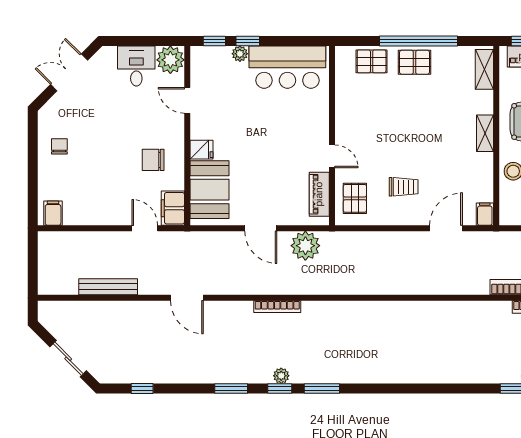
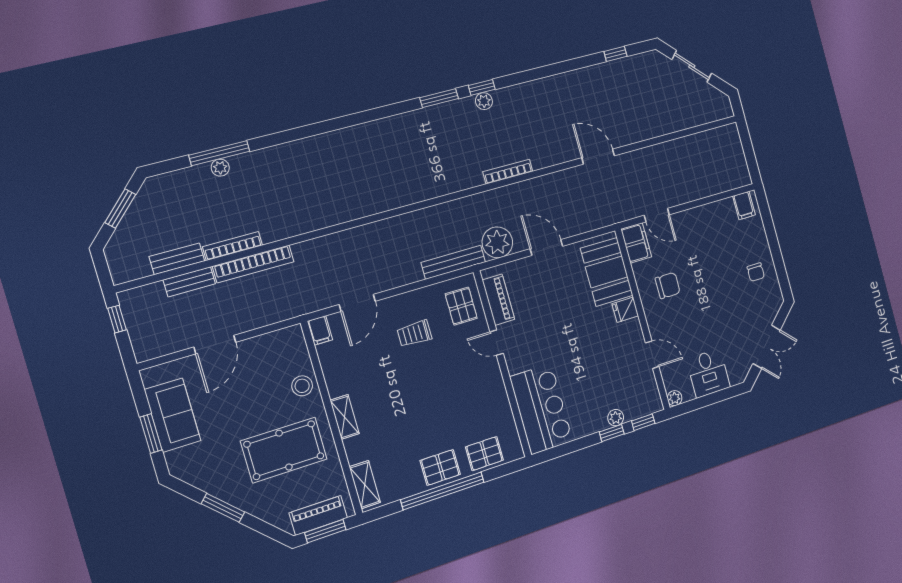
plant: (170, 60) -> (675, 398), width x0.53, depth x0.53
bar counter: (287, 67) -> (541, 409), moved, turned 90
bench: (108, 287) -> (453, 262), moved
window: (231, 389) -> (530, 75), removed

